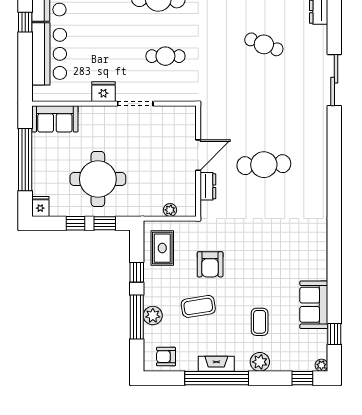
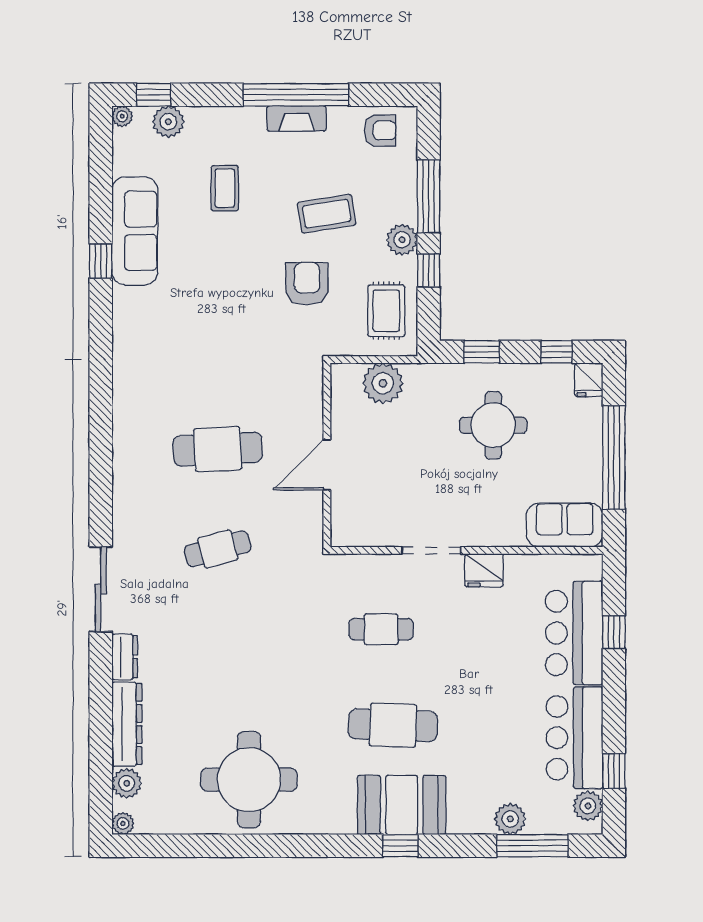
window: (25, 22) -> (614, 632), moved
cafe table: (264, 44) -> (218, 549), moved, turned -36
round table: (98, 179) -> (493, 425), width x0.73, depth x0.73
dresser: (208, 186) -> (125, 657), moved, turned 180
plant: (170, 210) -> (383, 383), width x1.88, depth x1.88
window: (75, 223) -> (557, 352), moved
sofa: (314, 305) -> (135, 231), width x1.36
plant: (153, 316) -> (402, 240), moved
window: (334, 334) -> (101, 261), moved
plant: (260, 362) -> (168, 122), moved

